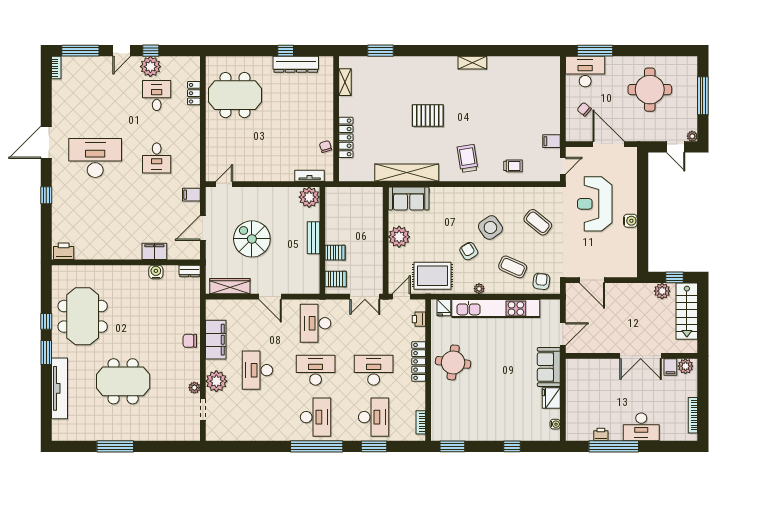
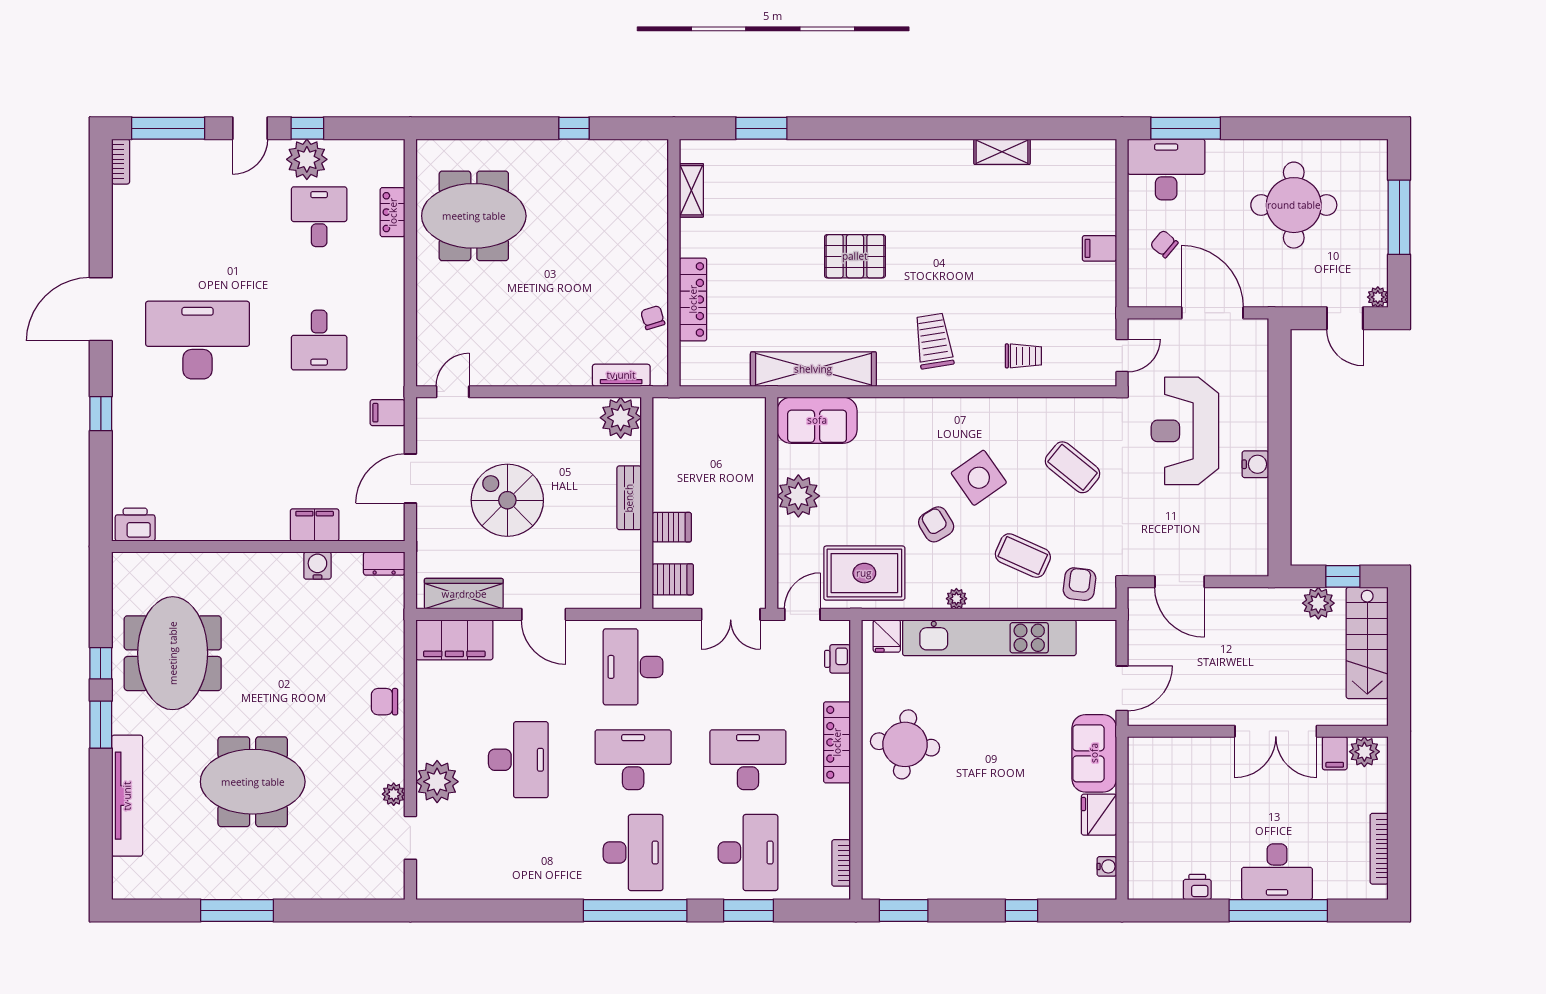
shelving: (472, 63) -> (1002, 152), moved
dresser: (296, 64) -> (594, 155), removed
filing cabinet: (551, 141) -> (1099, 248), moved
filing cabinet: (216, 340) -> (454, 640), moved, turned 90
desk: (257, 370) -> (518, 760), turned 180
window: (614, 446) -> (1278, 910), moved

